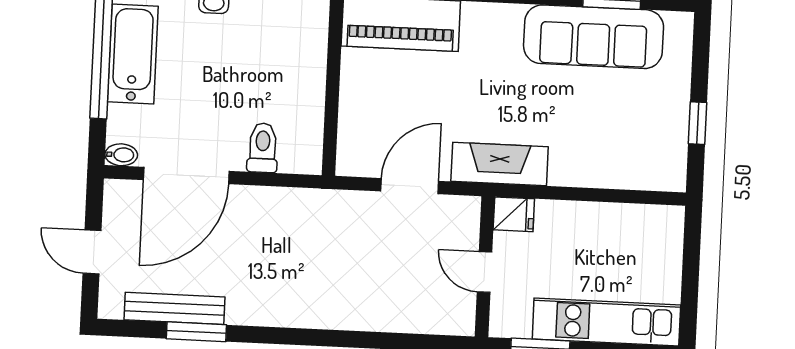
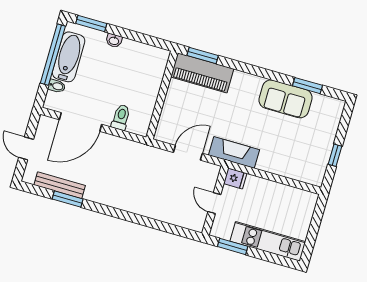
sofa: (594, 37) -> (286, 99), width x0.73
bidet: (121, 155) -> (57, 86), moved

